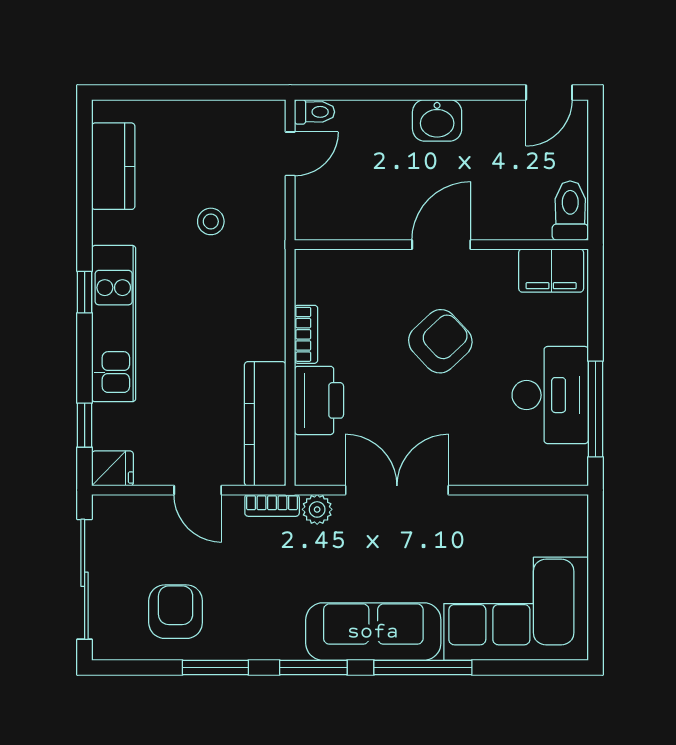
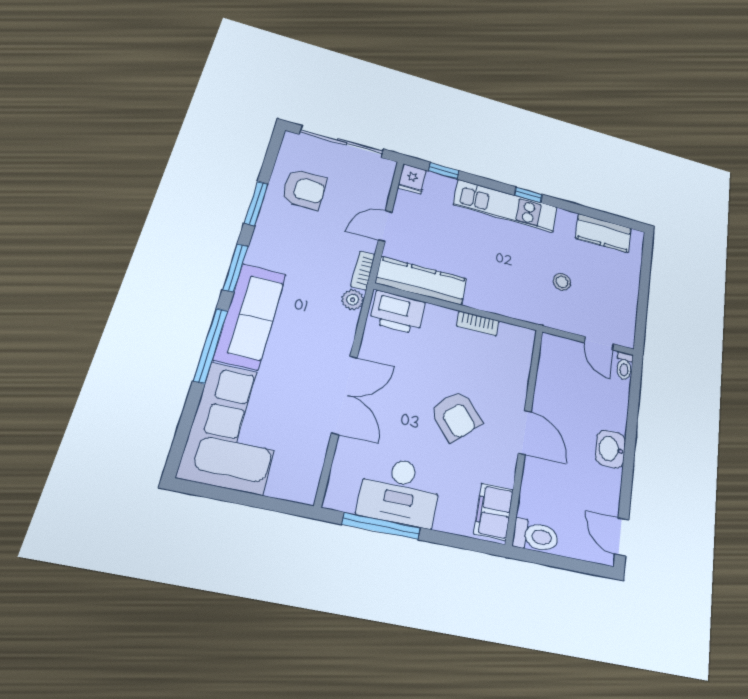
printer: (319, 400) -> (398, 312), moved
double door: (397, 490) -> (344, 395), moved

